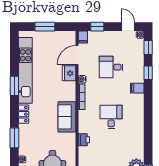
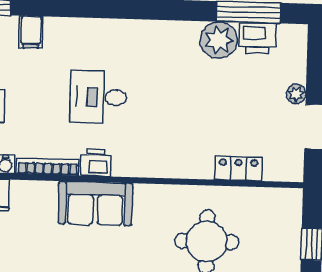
printer: (84, 140) -> (96, 163), moved

